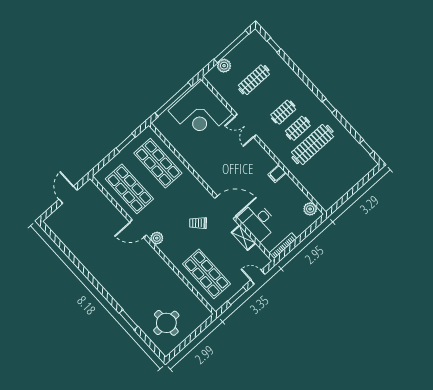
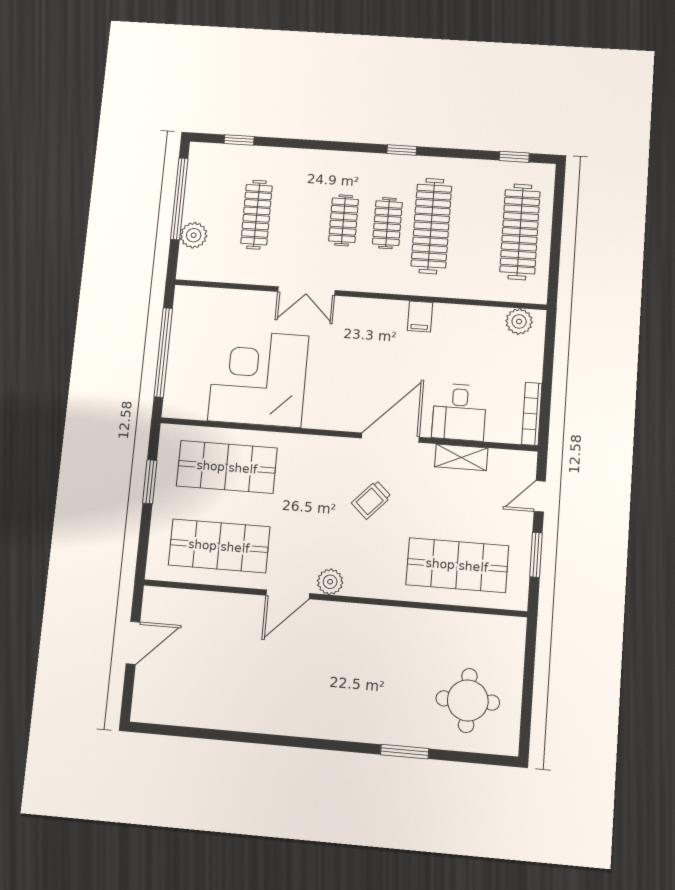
corner desk: (200, 112) -> (258, 378), moved, turned 180
clothes rail: (342, 177) -> (520, 232), added
door: (68, 195) -> (133, 643), swing flipped
desk: (258, 221) -> (459, 412), width x0.73

